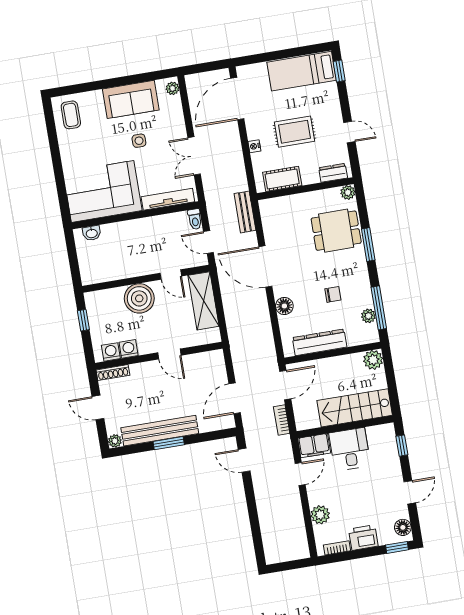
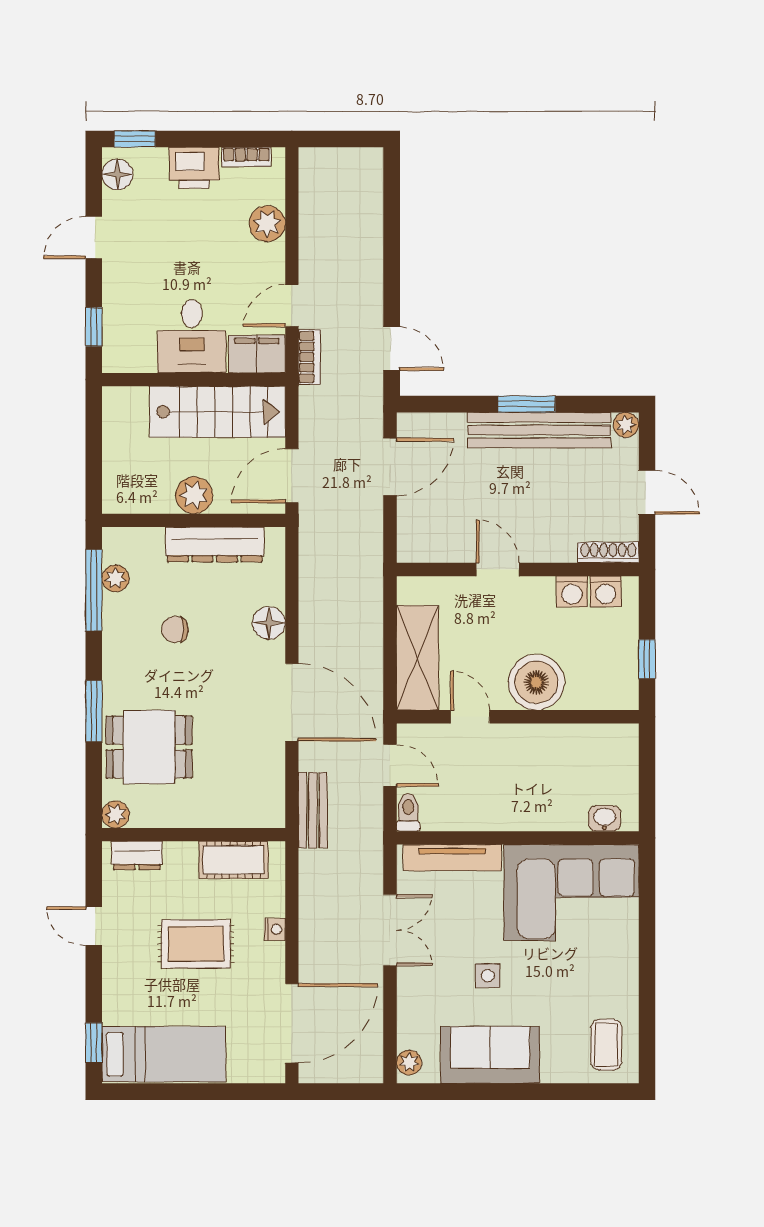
plant: (373, 360) -> (194, 495), moved
stairs: (355, 408) -> (217, 412), moved
bookcase: (282, 420) -> (309, 357), moved

